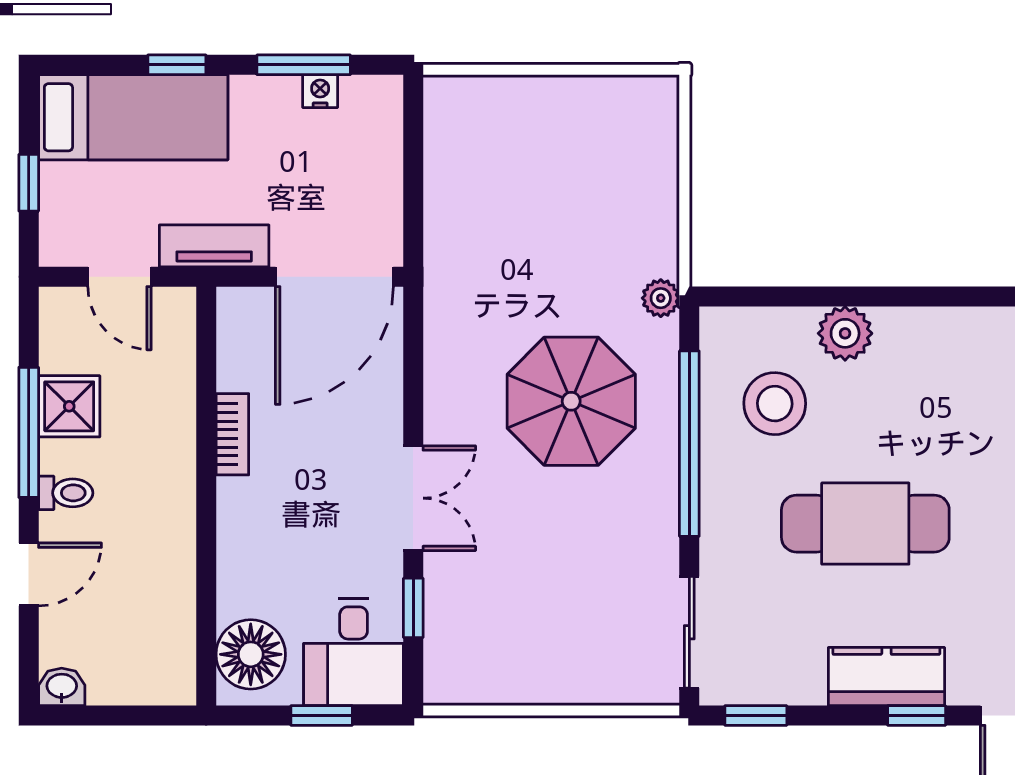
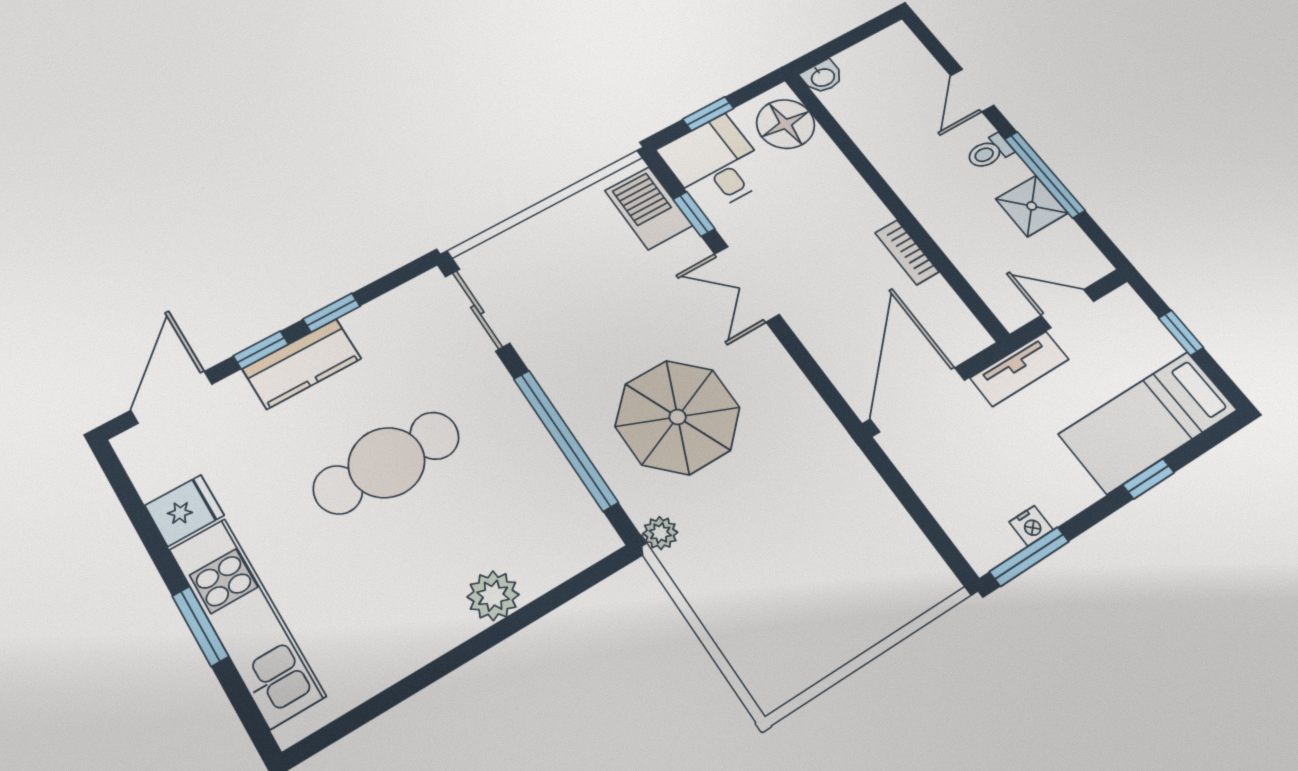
window: (304, 65) -> (1029, 557), moved
stool: (775, 404) -> (517, 508), removed
barbecue: (454, 642) -> (648, 208), added
washbasin: (62, 687) -> (822, 77), moved
window: (756, 715) -> (332, 313), moved

